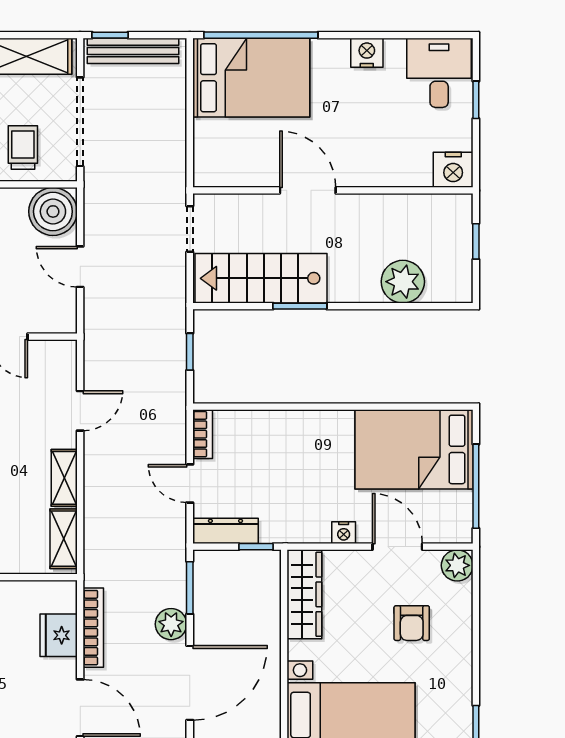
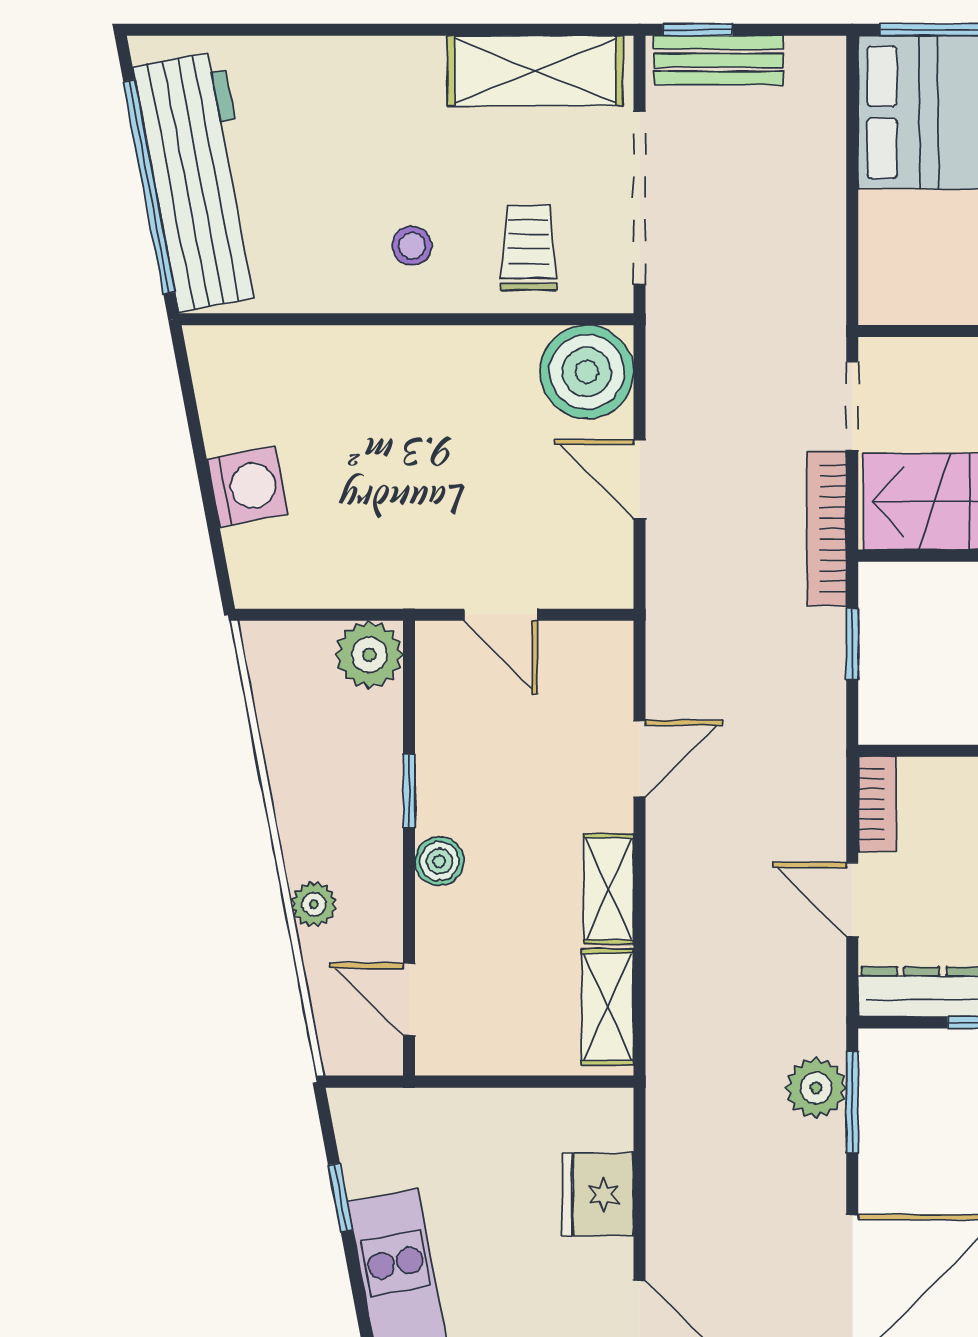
bench: (133, 51) -> (719, 60), width x0.73
plant: (171, 624) -> (816, 1088), moved
bookcase: (93, 628) -> (827, 529), moved, turned 180

